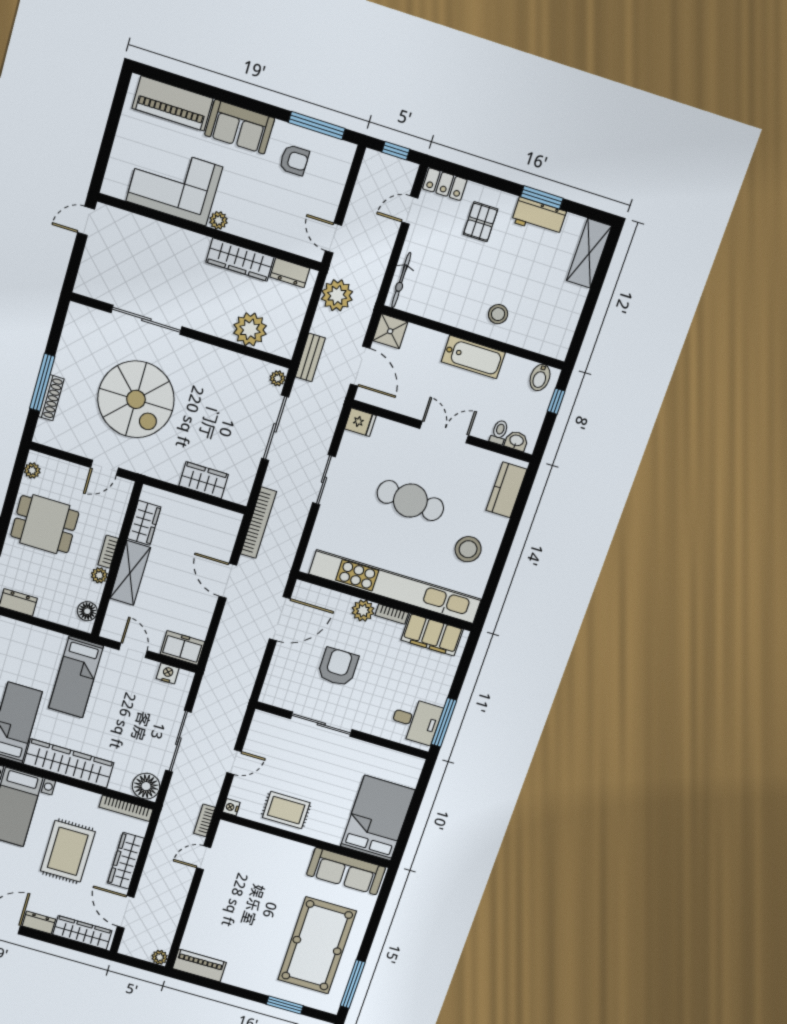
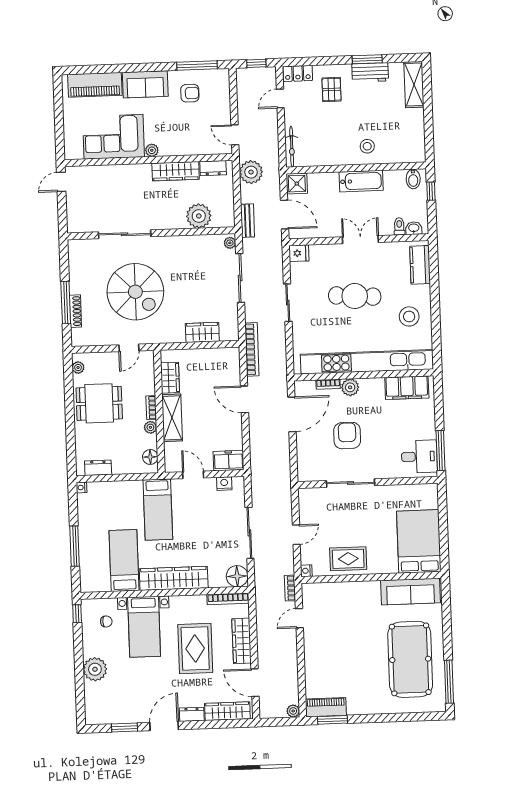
bookcase: (392, 614) -> (328, 384), moved
window: (285, 1005) -> (333, 720), moved

